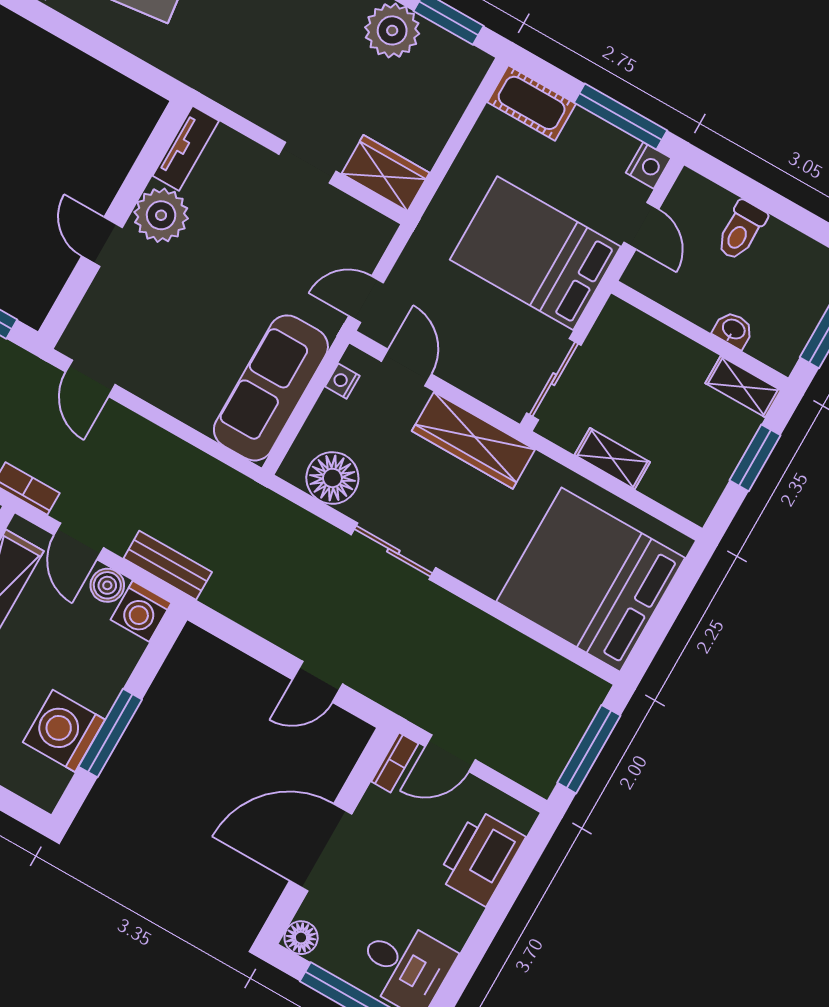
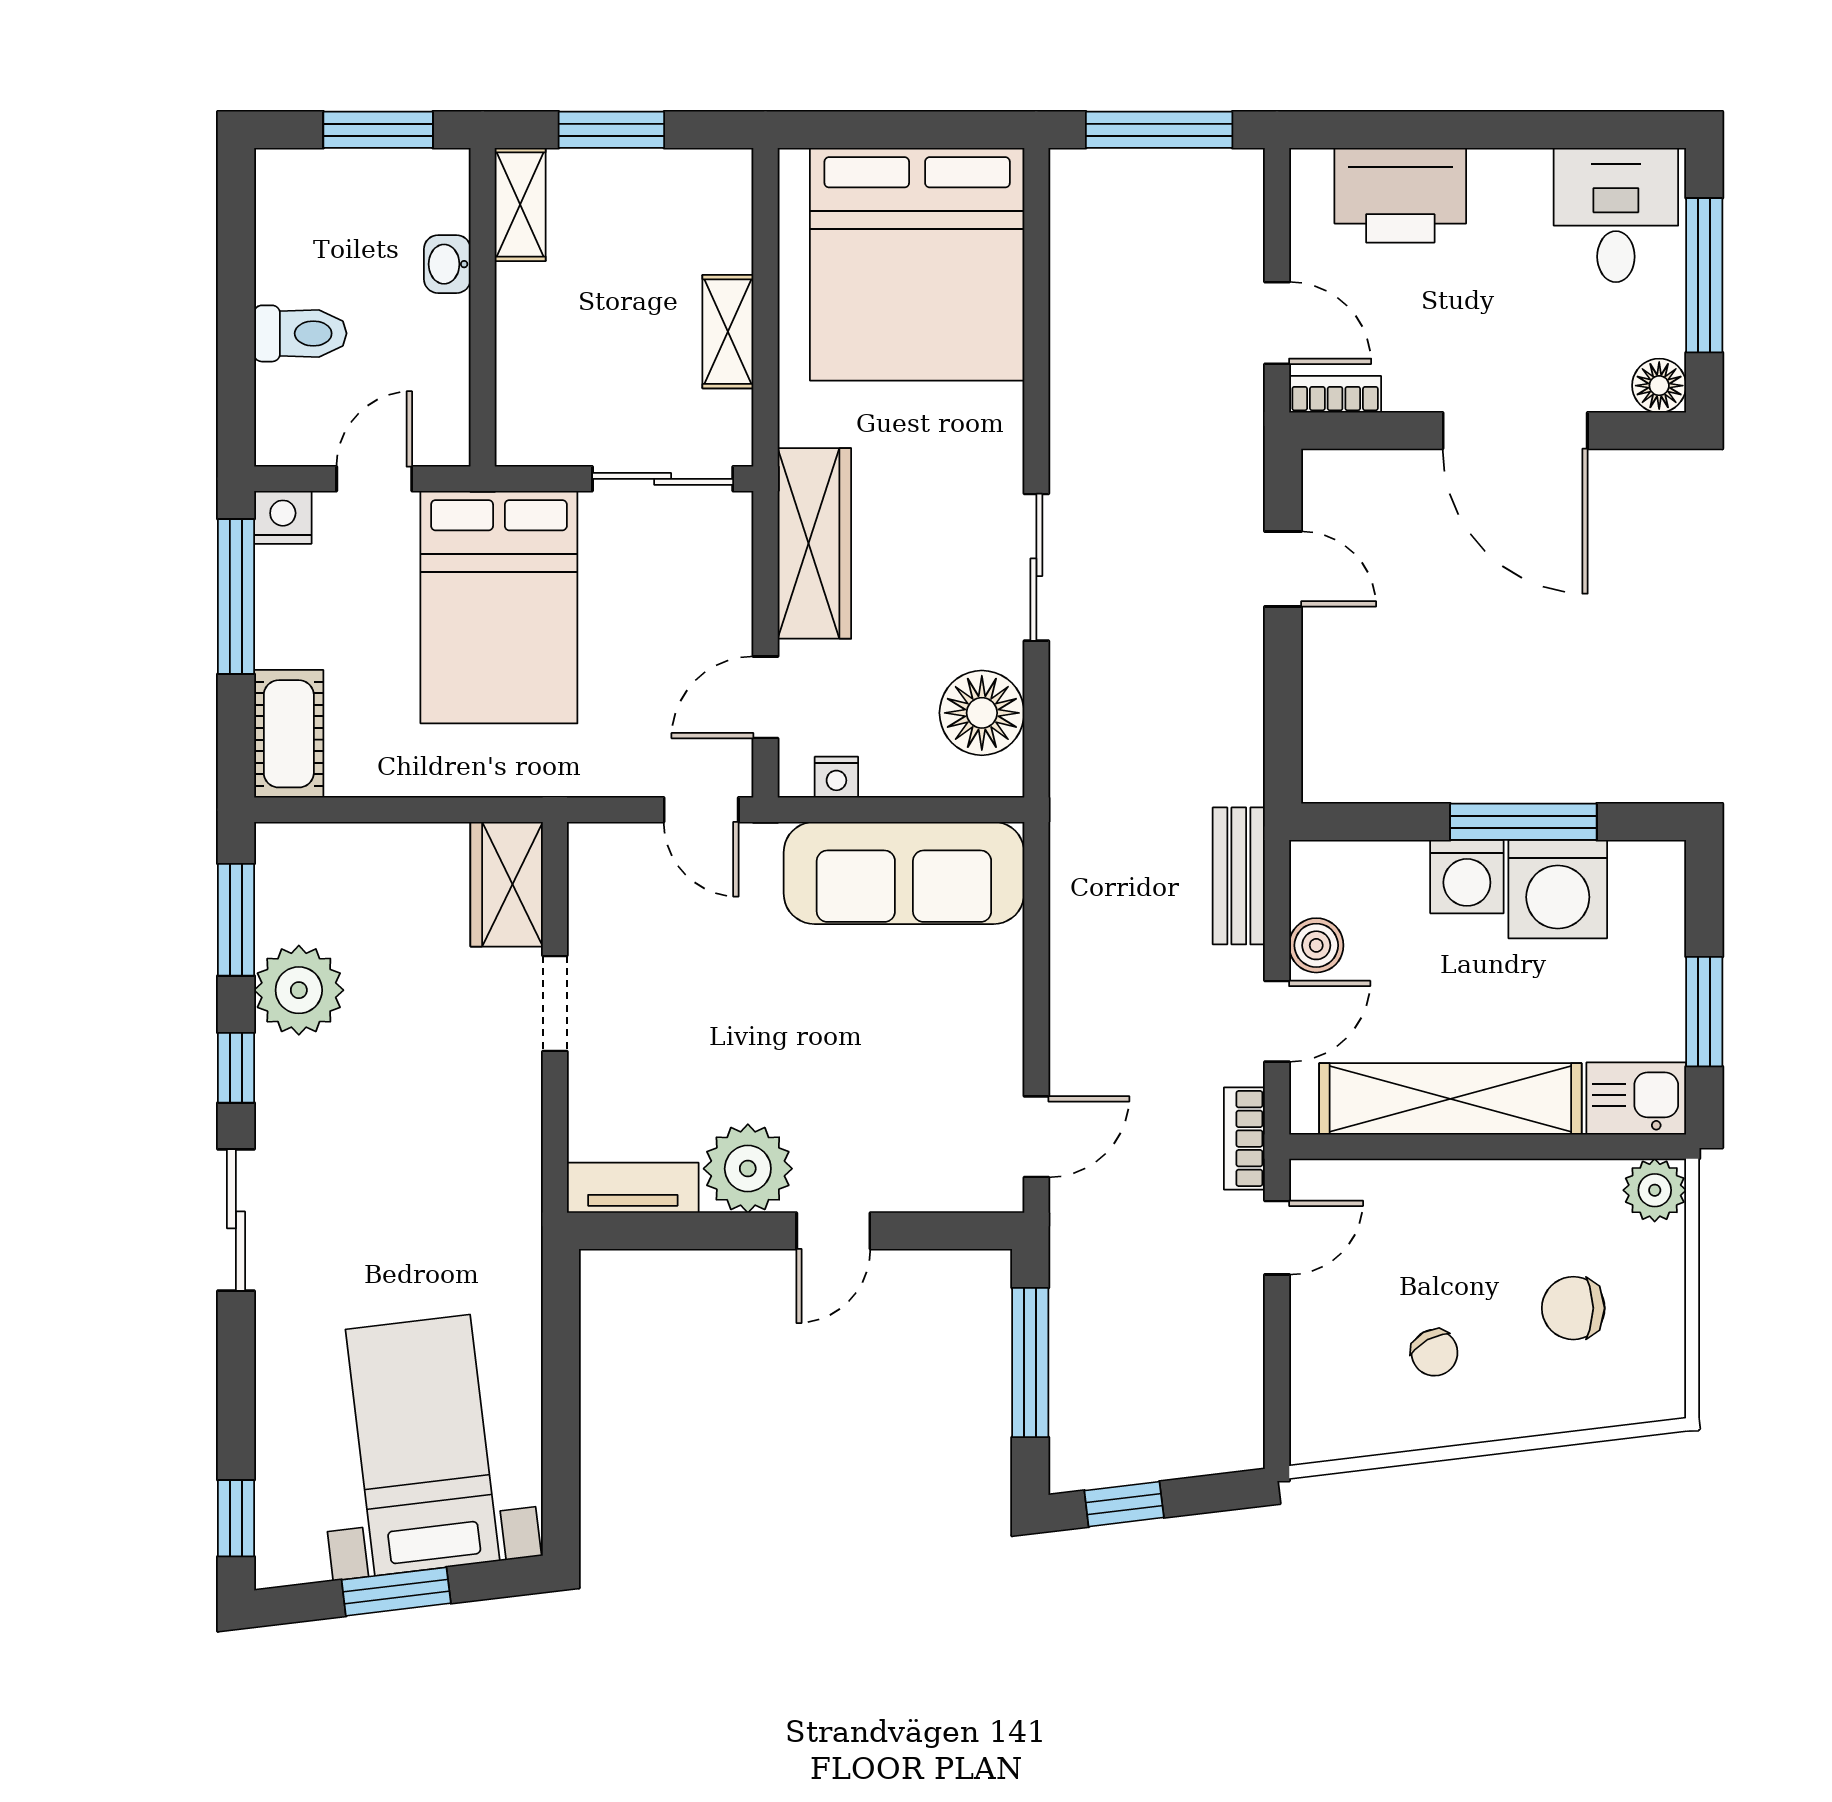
washing machine: (141, 611) -> (1467, 877), moved, turned 90

